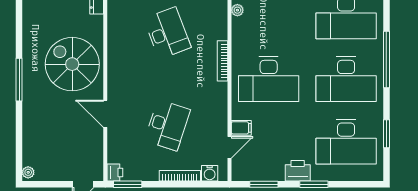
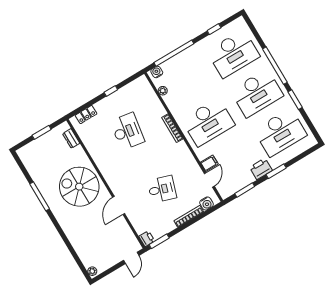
desk: (167, 33) -> (127, 131), turned 30
window: (19, 80) -> (40, 196), moved
door: (105, 114) -> (119, 205), hinge flipped
desk: (167, 125) -> (162, 189), width x0.73
window: (386, 134) -> (295, 100), moved

